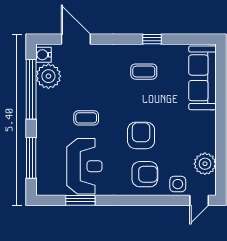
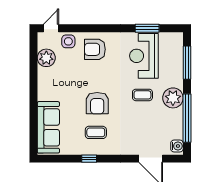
plant: (48, 76) -> (173, 98), moved
armchair: (141, 135) -> (97, 103), moved

